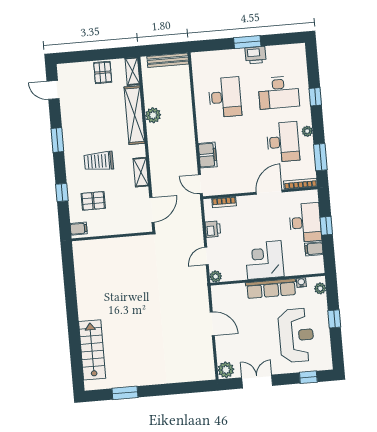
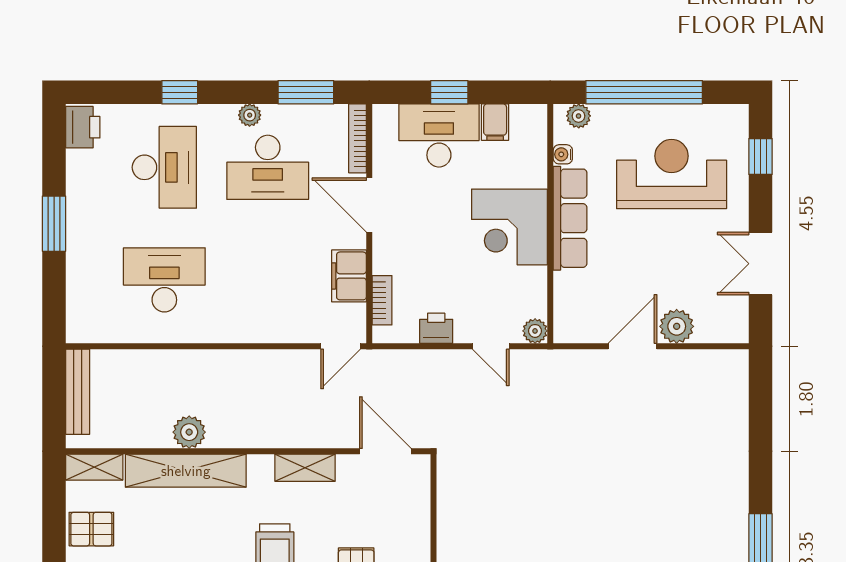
printer: (255, 55) -> (83, 127), moved
desk: (283, 142) -> (268, 167), turned 180
filing cabinet: (208, 155) -> (349, 276), moved, turned -90
window: (334, 319) -> (644, 92), width x3.17
plant: (226, 370) -> (677, 326), moved

